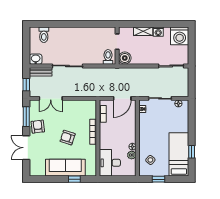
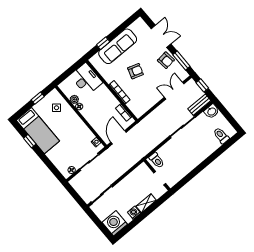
boiler: (125, 58) -> (143, 170), removed

